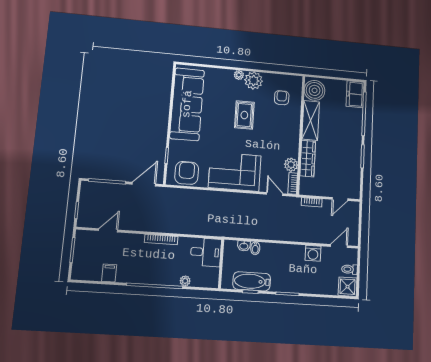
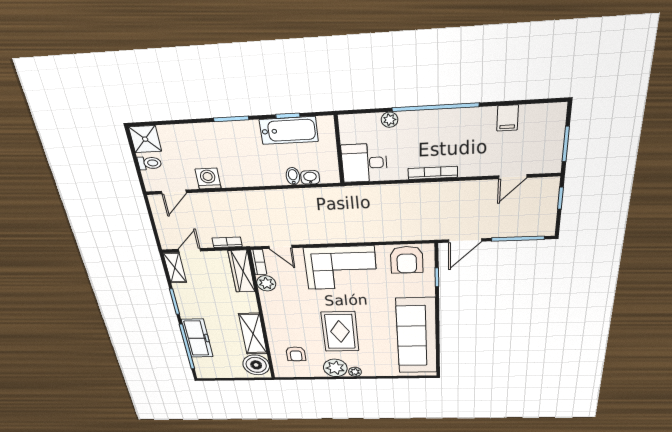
freezer: (355, 94) -> (197, 338), moved, width x1.40
rug: (244, 115) -> (340, 332), width x1.36, depth x1.43
wardrobe: (308, 159) -> (242, 271), moved
shelving: (354, 186) -> (175, 268), added

